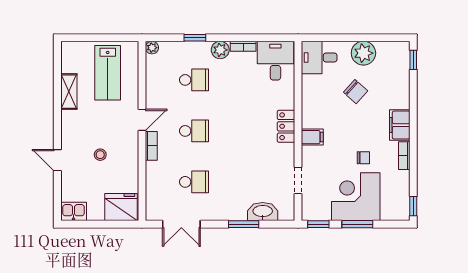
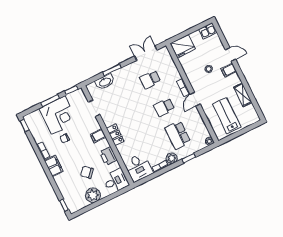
school desk: (194, 80) -> (178, 135), width x1.85
printer: (312, 100) -> (108, 156), added
filing cabinet: (71, 138) -> (229, 70), added

